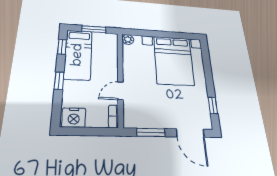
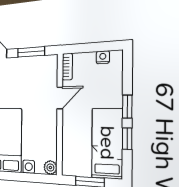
window: (62, 47) -> (127, 139), moved
nightstand: (74, 118) -> (103, 57), width x0.53, depth x0.56

